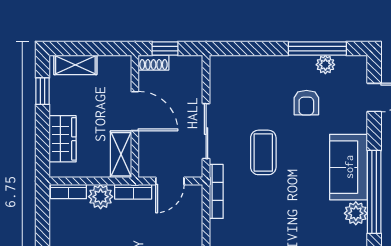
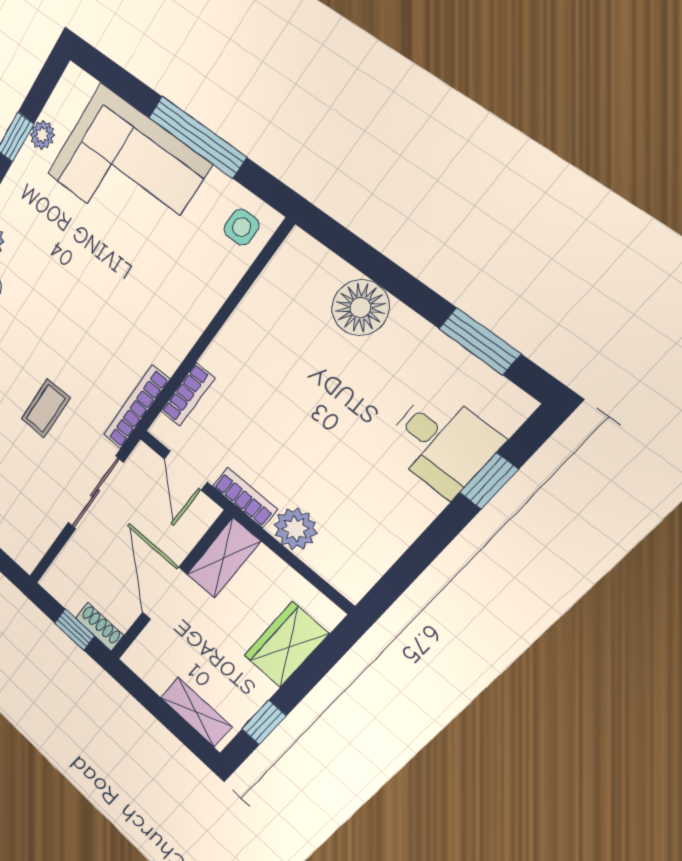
coffee table: (263, 152) -> (46, 408), width x0.73, depth x0.77
door: (170, 181) -> (185, 470), swing flipped
bookcase: (68, 192) -> (188, 395), moved, turned 90

